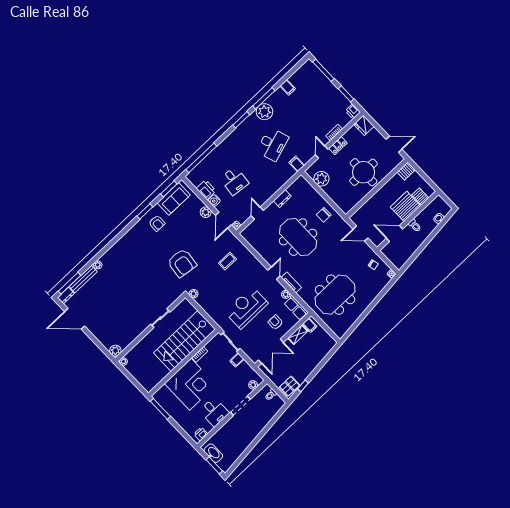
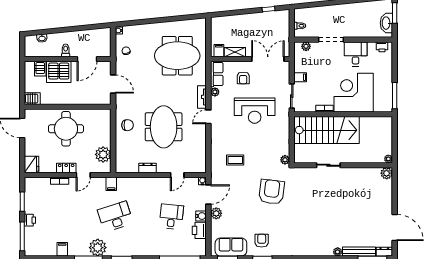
printer: (353, 112) -> (30, 220), moved
door: (394, 234) -> (87, 59), hinge flipped
pallet: (289, 386) -> (279, 19), removed

